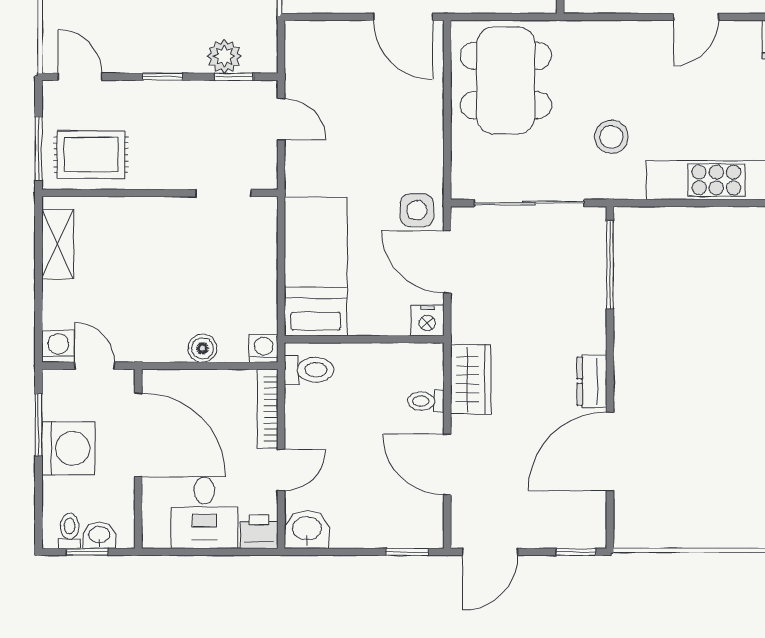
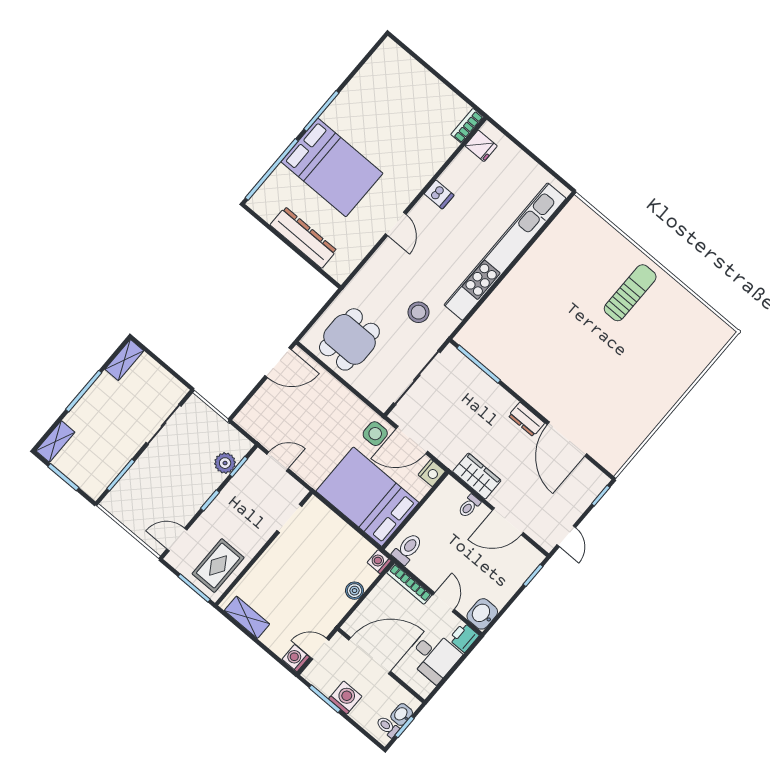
dining table: (506, 80) -> (349, 339), width x0.73
bed: (316, 266) -> (367, 497), width x1.50
washing machine: (68, 448) -> (345, 698), width x0.73, depth x0.73
door: (490, 552) -> (566, 536), width x0.73

